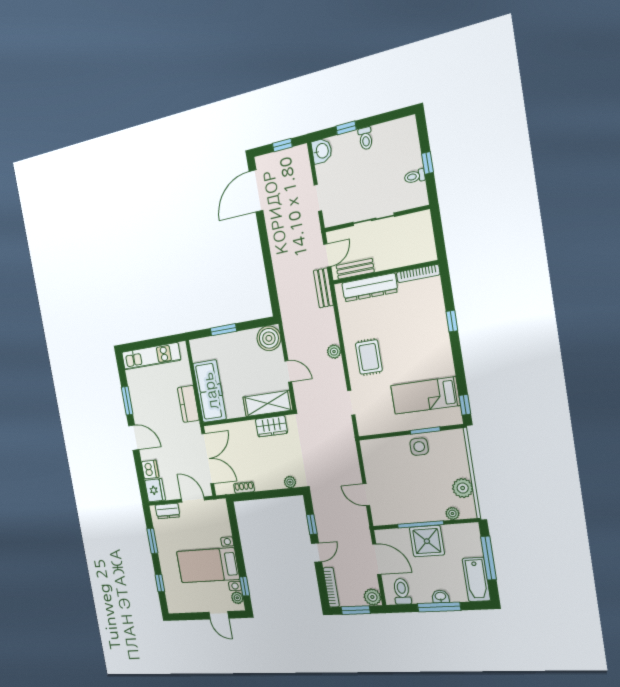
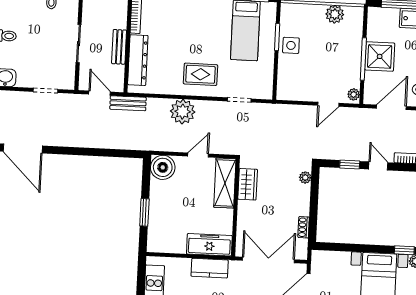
bench: (355, 269) -> (119, 47), moved
plant: (334, 352) -> (183, 112), width x1.87, depth x1.87
freezer: (210, 391) -> (209, 245), width x0.73, depth x0.79
plant: (452, 514) -> (354, 94), moved

